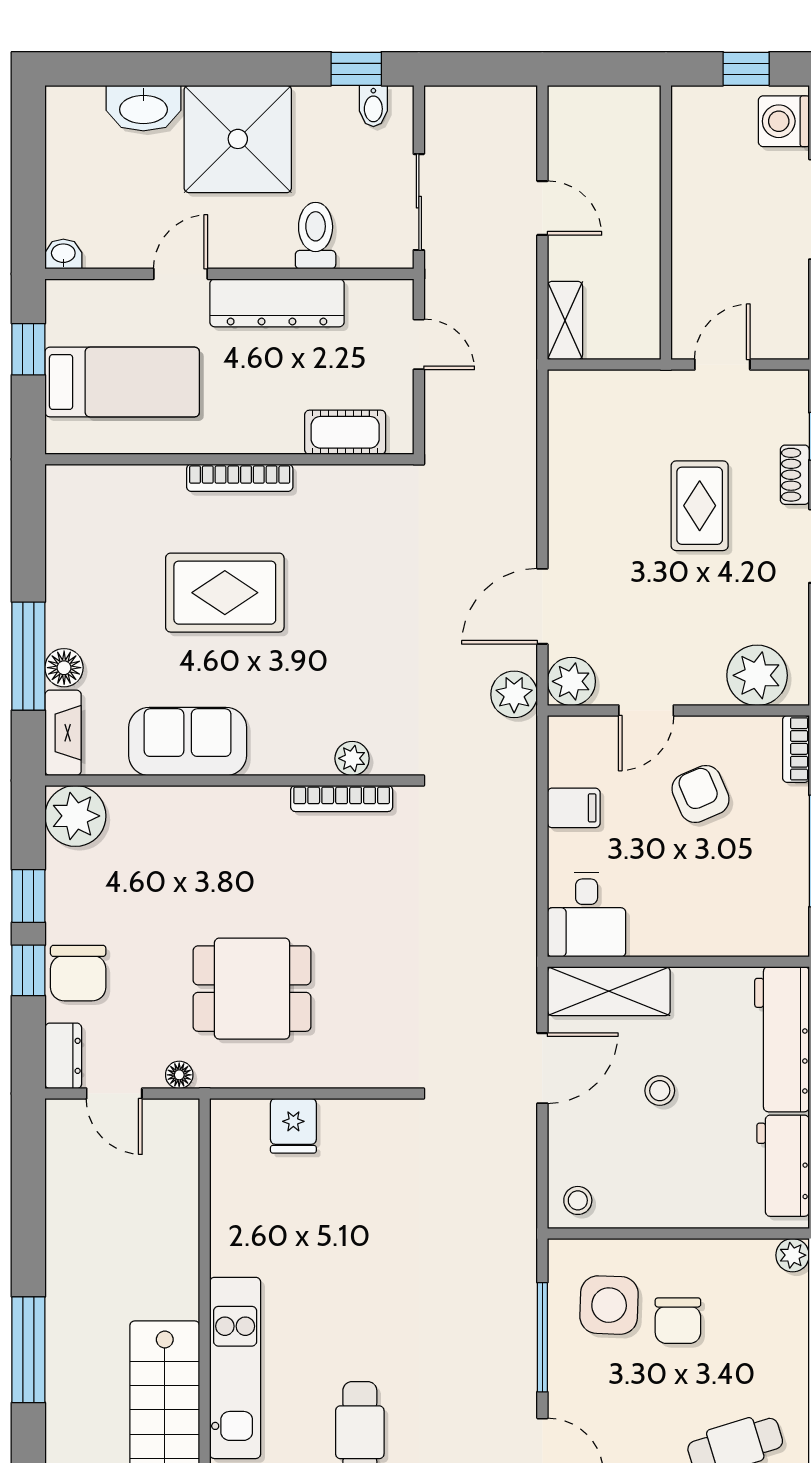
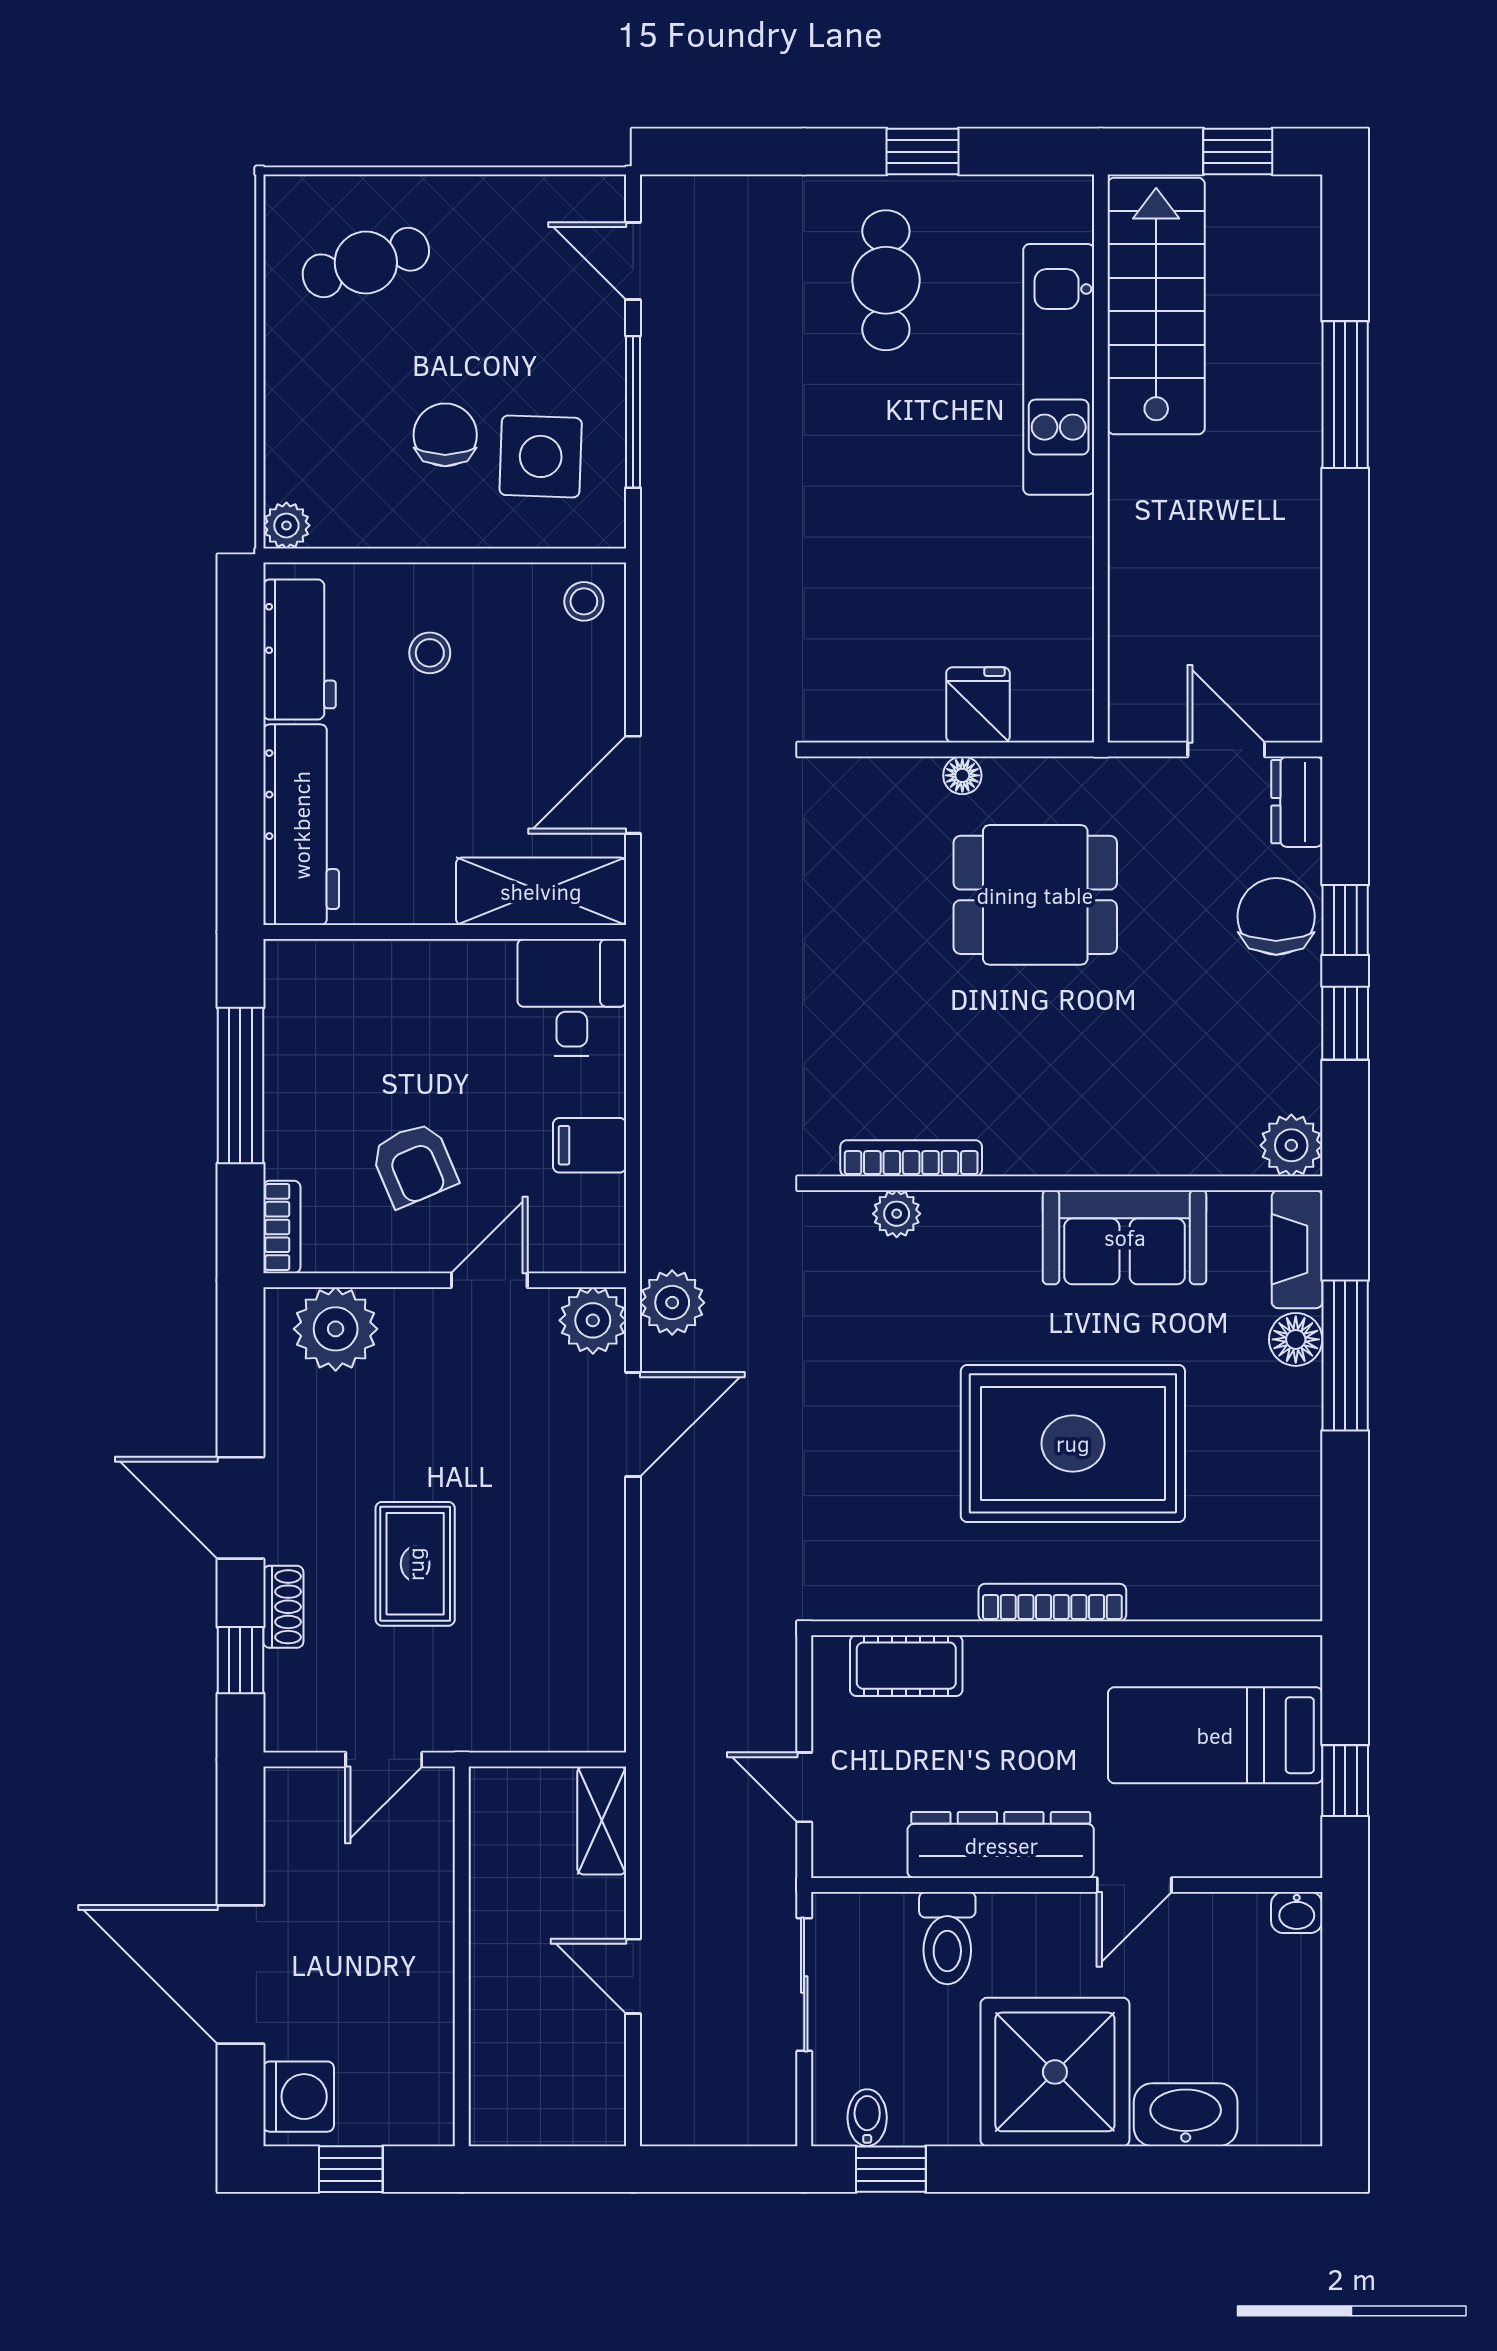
rug: (225, 593) -> (1073, 1443), width x1.37, depth x1.44
plant: (75, 816) -> (1291, 1145), width x0.73, depth x0.73
floor lamp: (179, 1075) -> (962, 775), moved
stool: (660, 1091) -> (430, 653), moved

